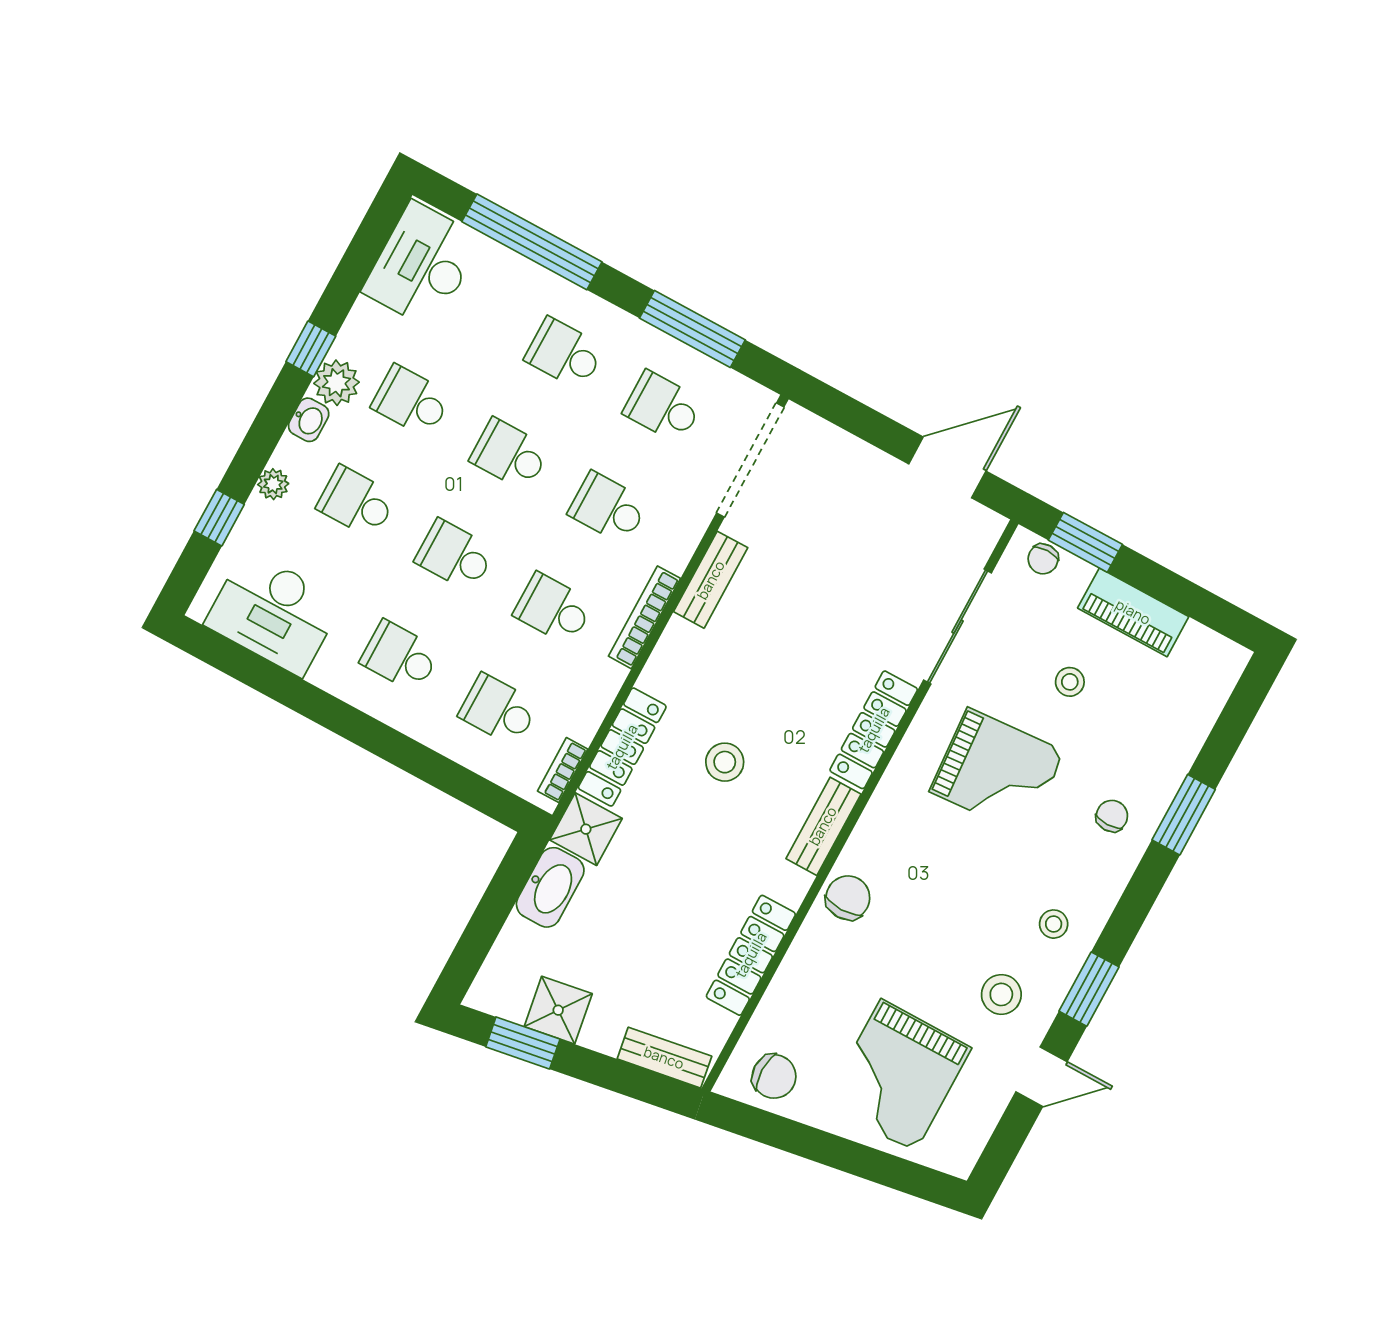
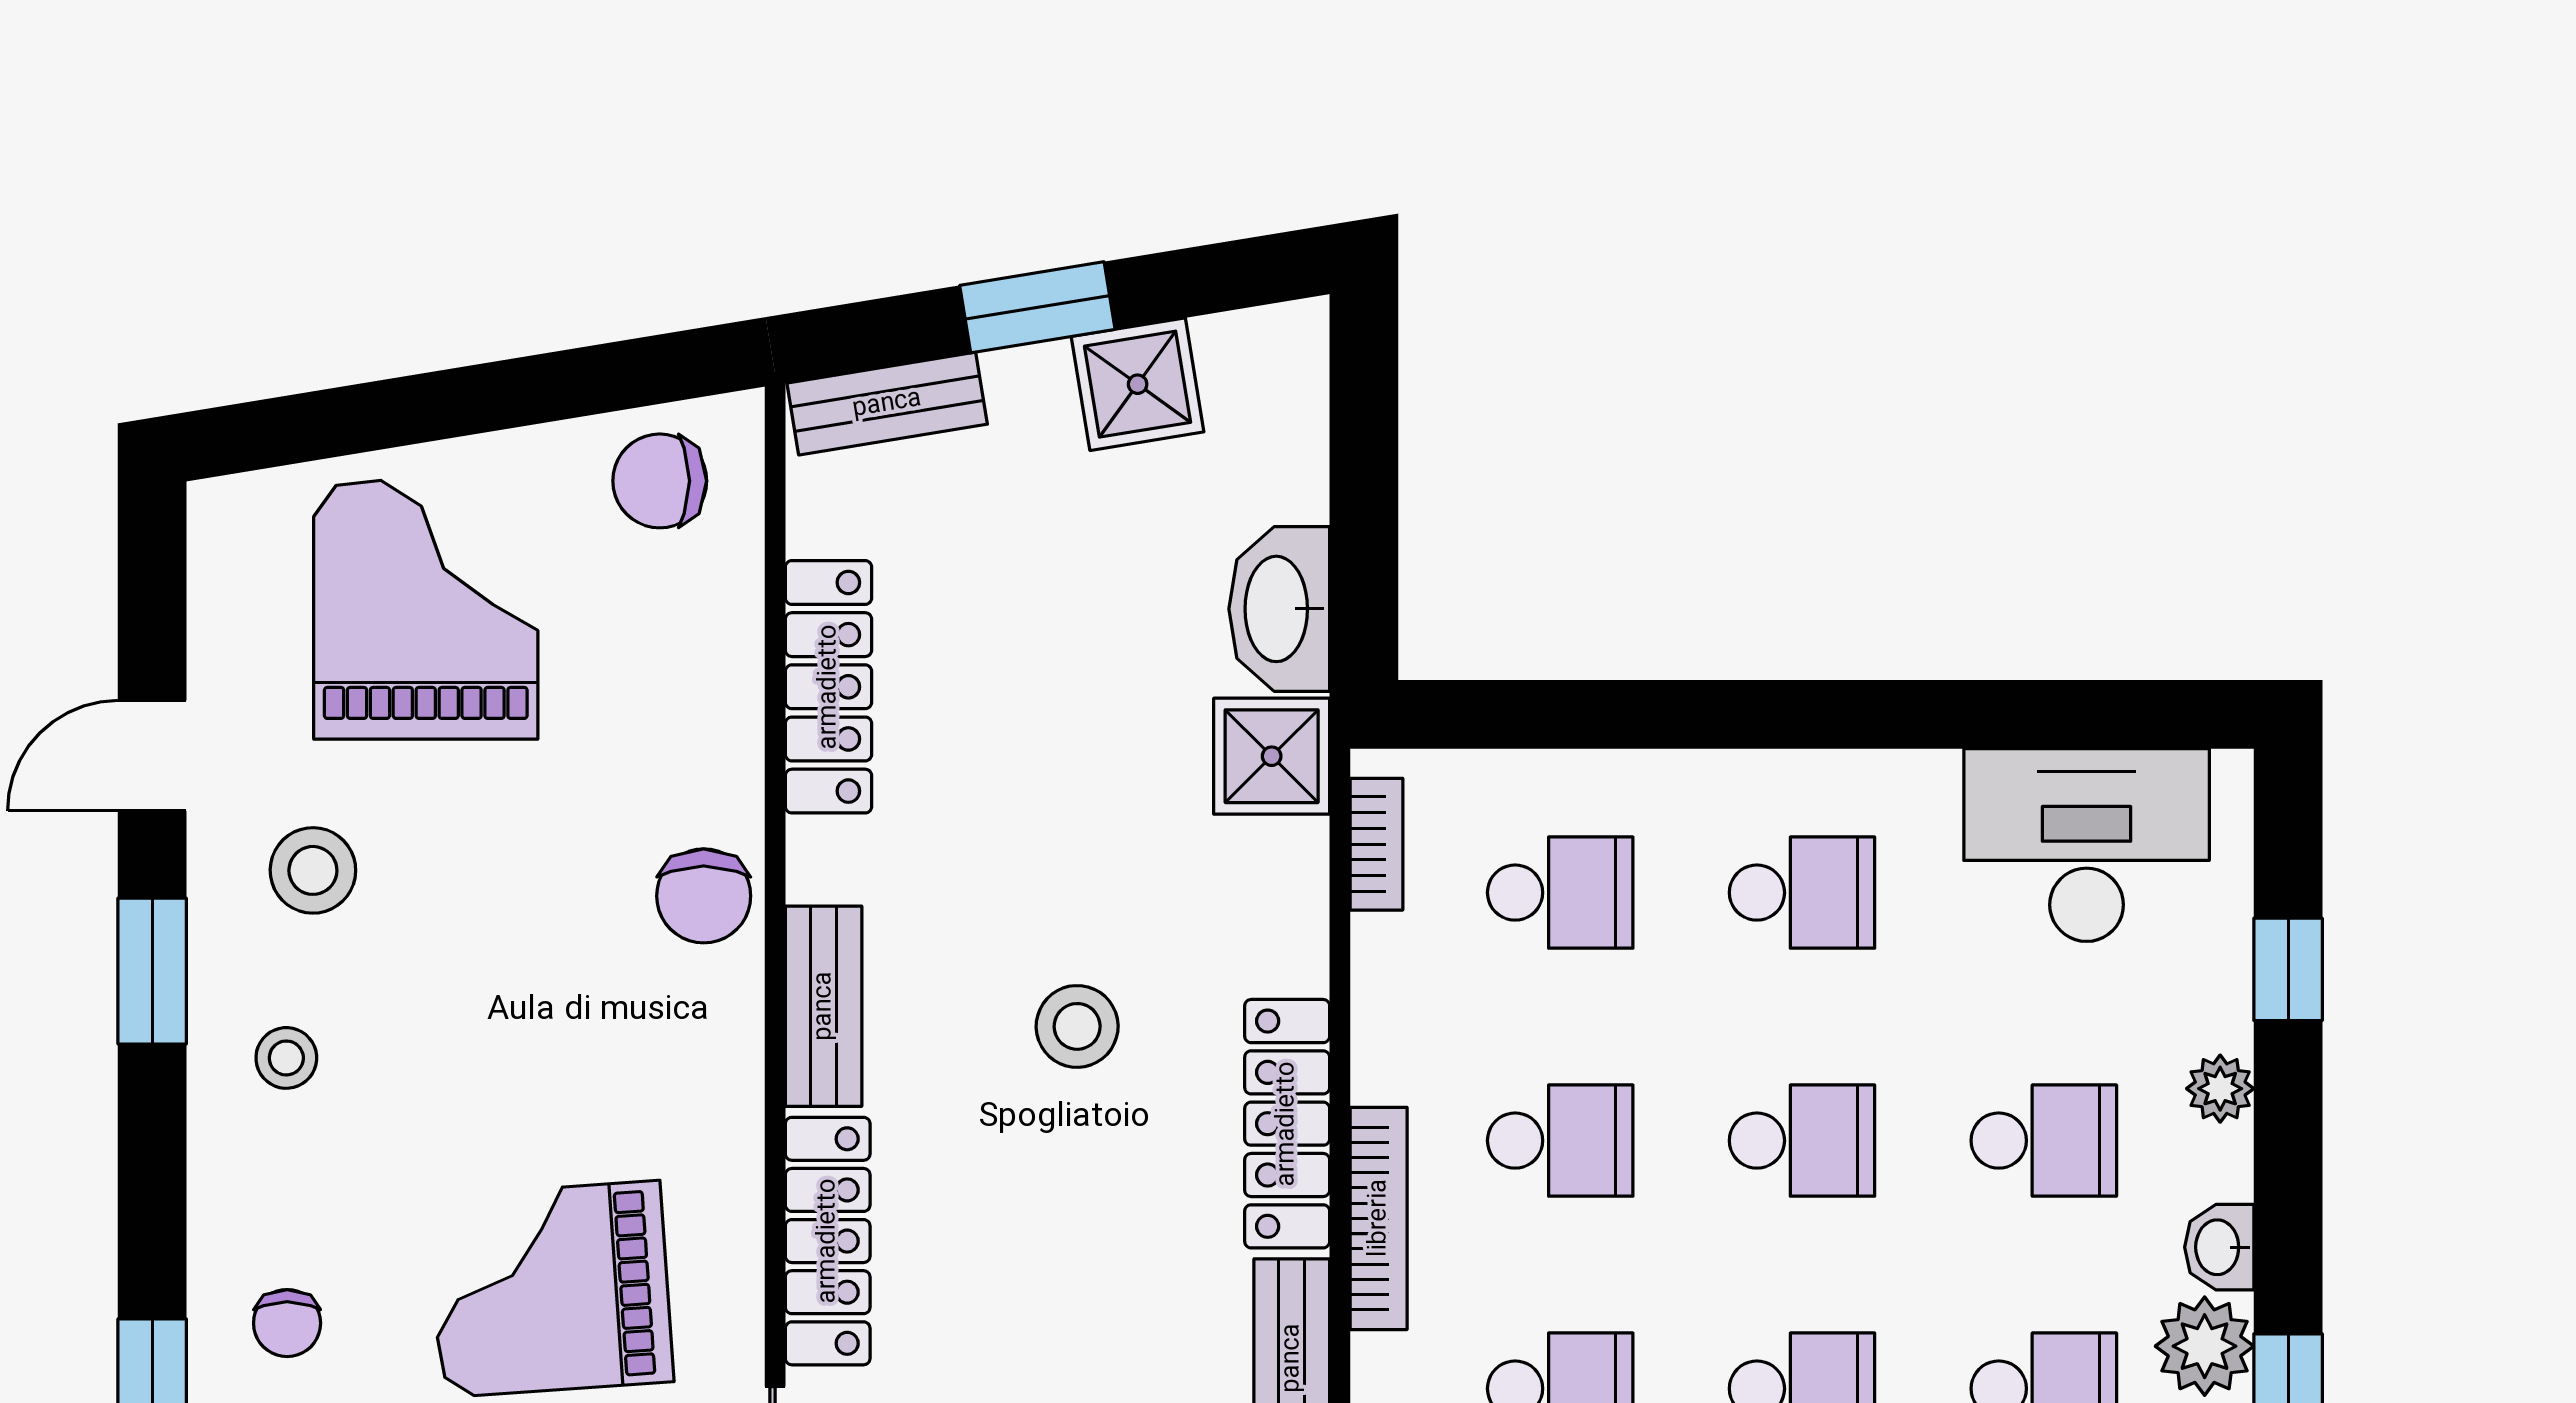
locker: (622, 747) -> (1287, 1124), moved
window: (523, 1043) -> (1037, 307), moved

